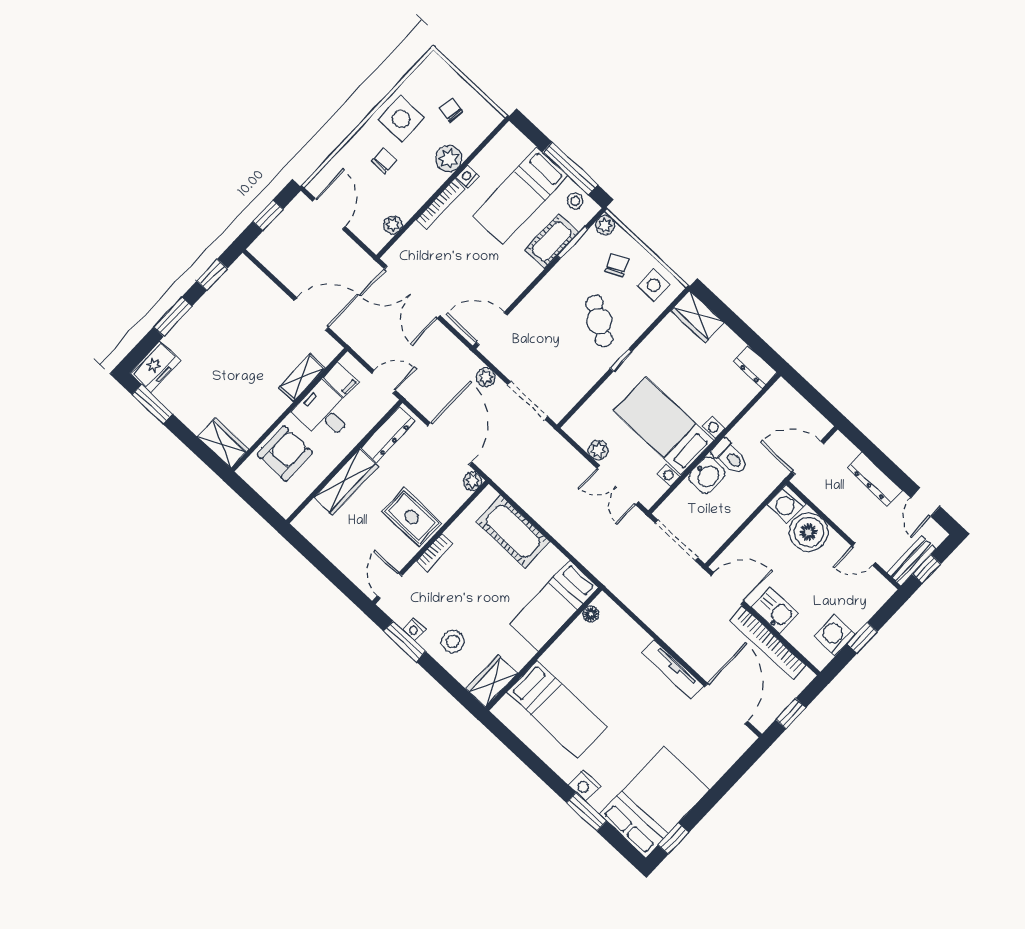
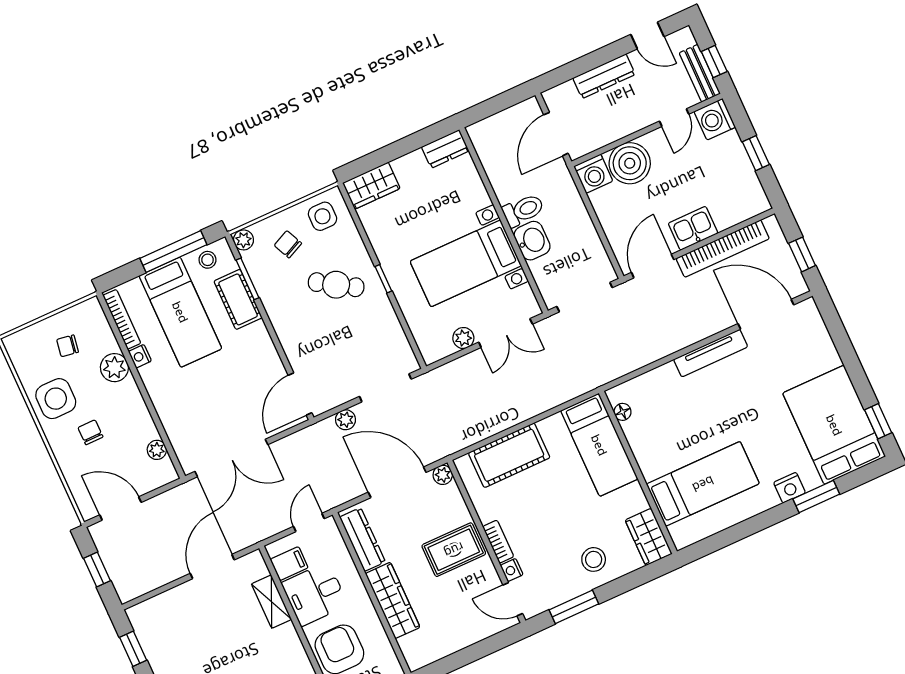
bookcase: (441, 204) -> (122, 319), moved
nightstand: (414, 629) -> (512, 570), moved, turned 90
washing machine: (835, 635) -> (715, 119), moved

